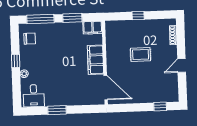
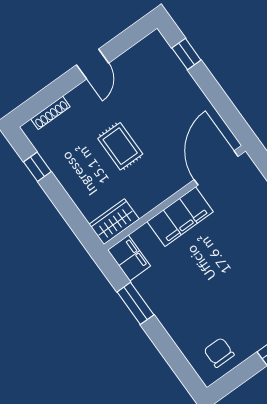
window: (138, 16) -> (37, 167), moved
window: (40, 19) -> (174, 356), removed
wardrobe: (111, 31) -> (114, 222), added
door: (182, 66) -> (93, 64), hinge flipped

